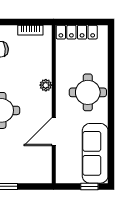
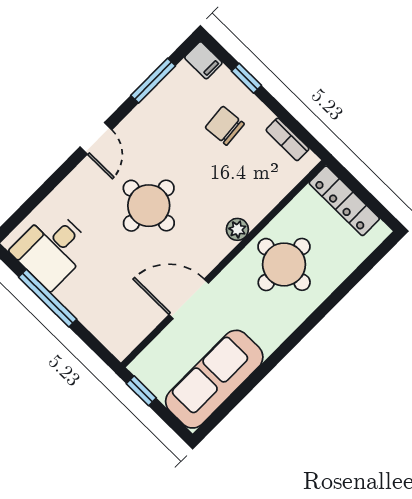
round table: (88, 92) -> (284, 264), moved
window: (89, 186) -> (141, 391), moved

